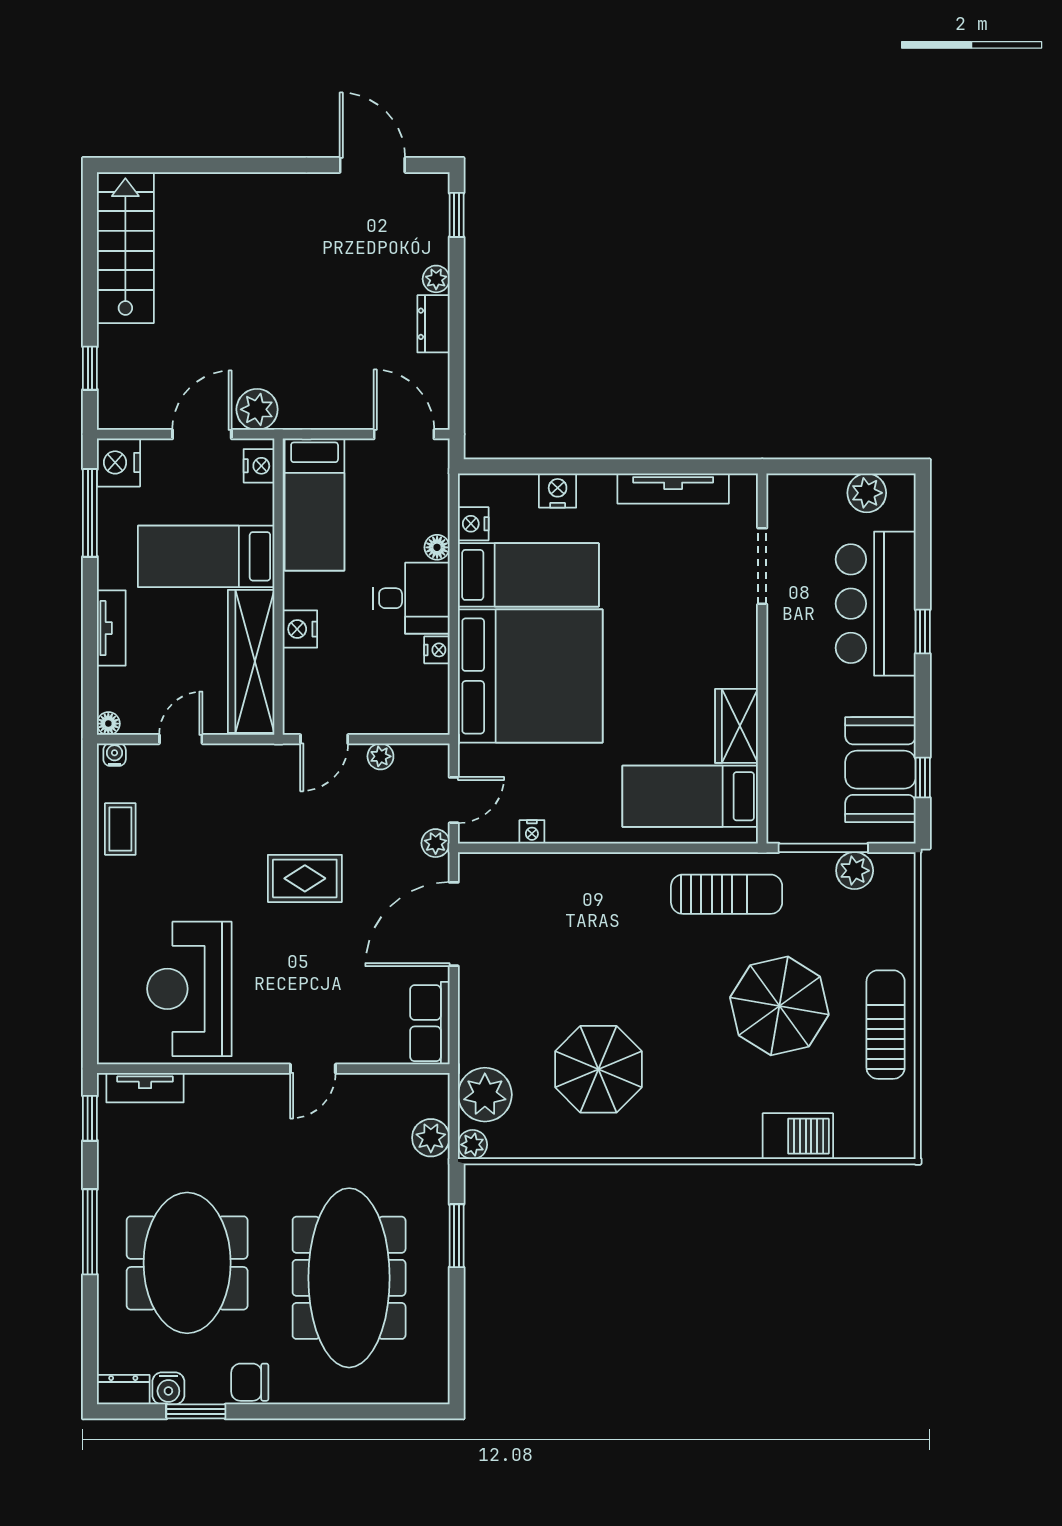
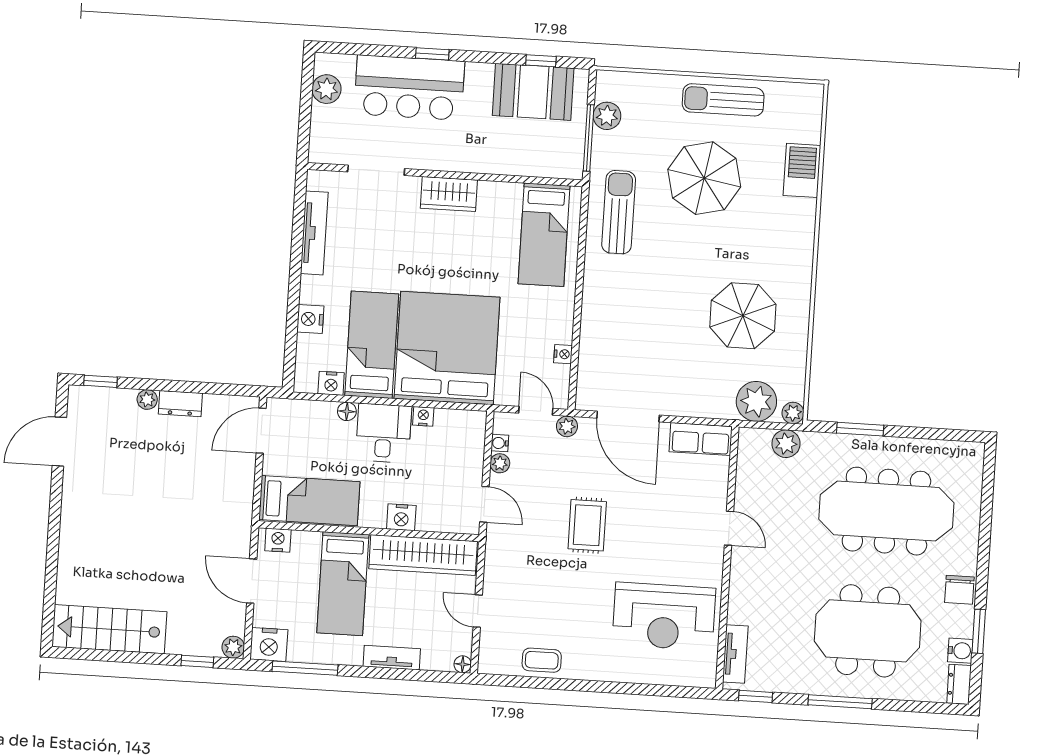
plant: (257, 409) -> (233, 647), moved, width x0.73, depth x0.73
wardrobe: (737, 726) -> (449, 194), moved
water cooler: (115, 755) -> (500, 443), moved

